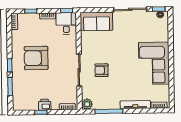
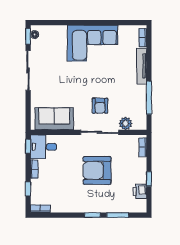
sofa: (96, 21) -> (54, 119), moved, turned -90
armchair: (36, 58) -> (97, 170), moved, turned 90
plant: (87, 104) -> (126, 123), moved
printer: (45, 105) -> (140, 191), moved

